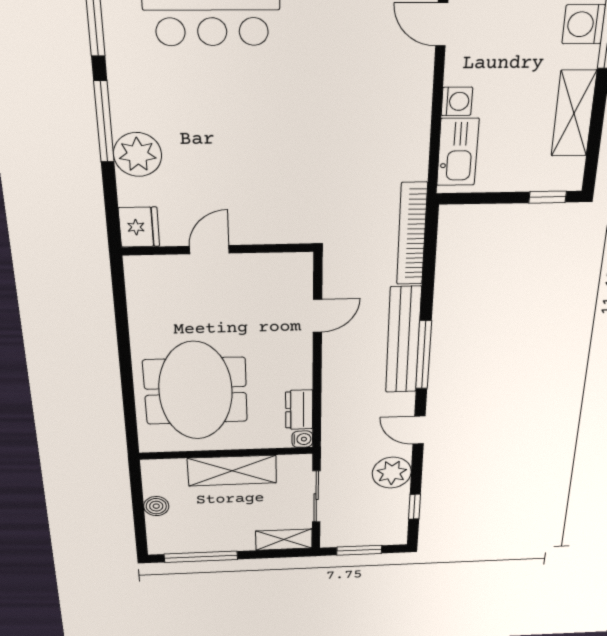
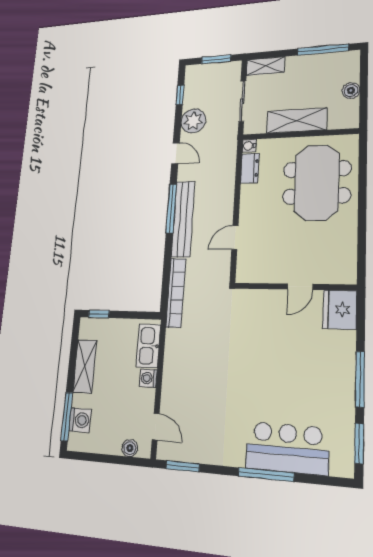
plant: (138, 155) -> (341, 355), removed
fridge: (139, 227) -> (340, 310), width x1.36, depth x1.34

